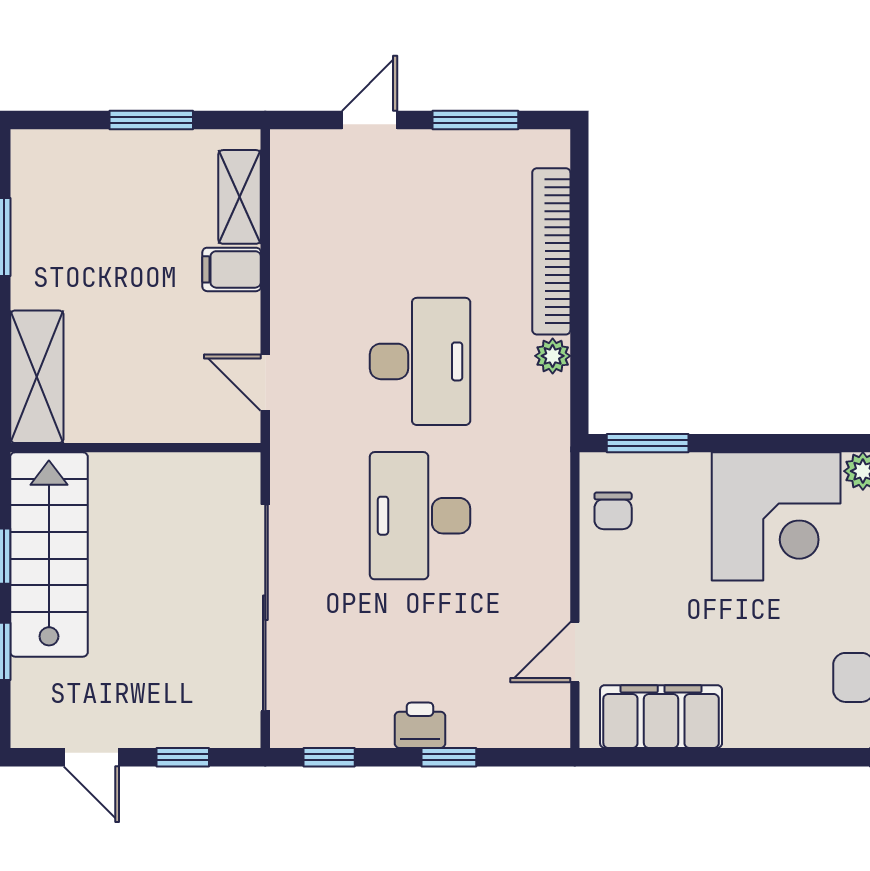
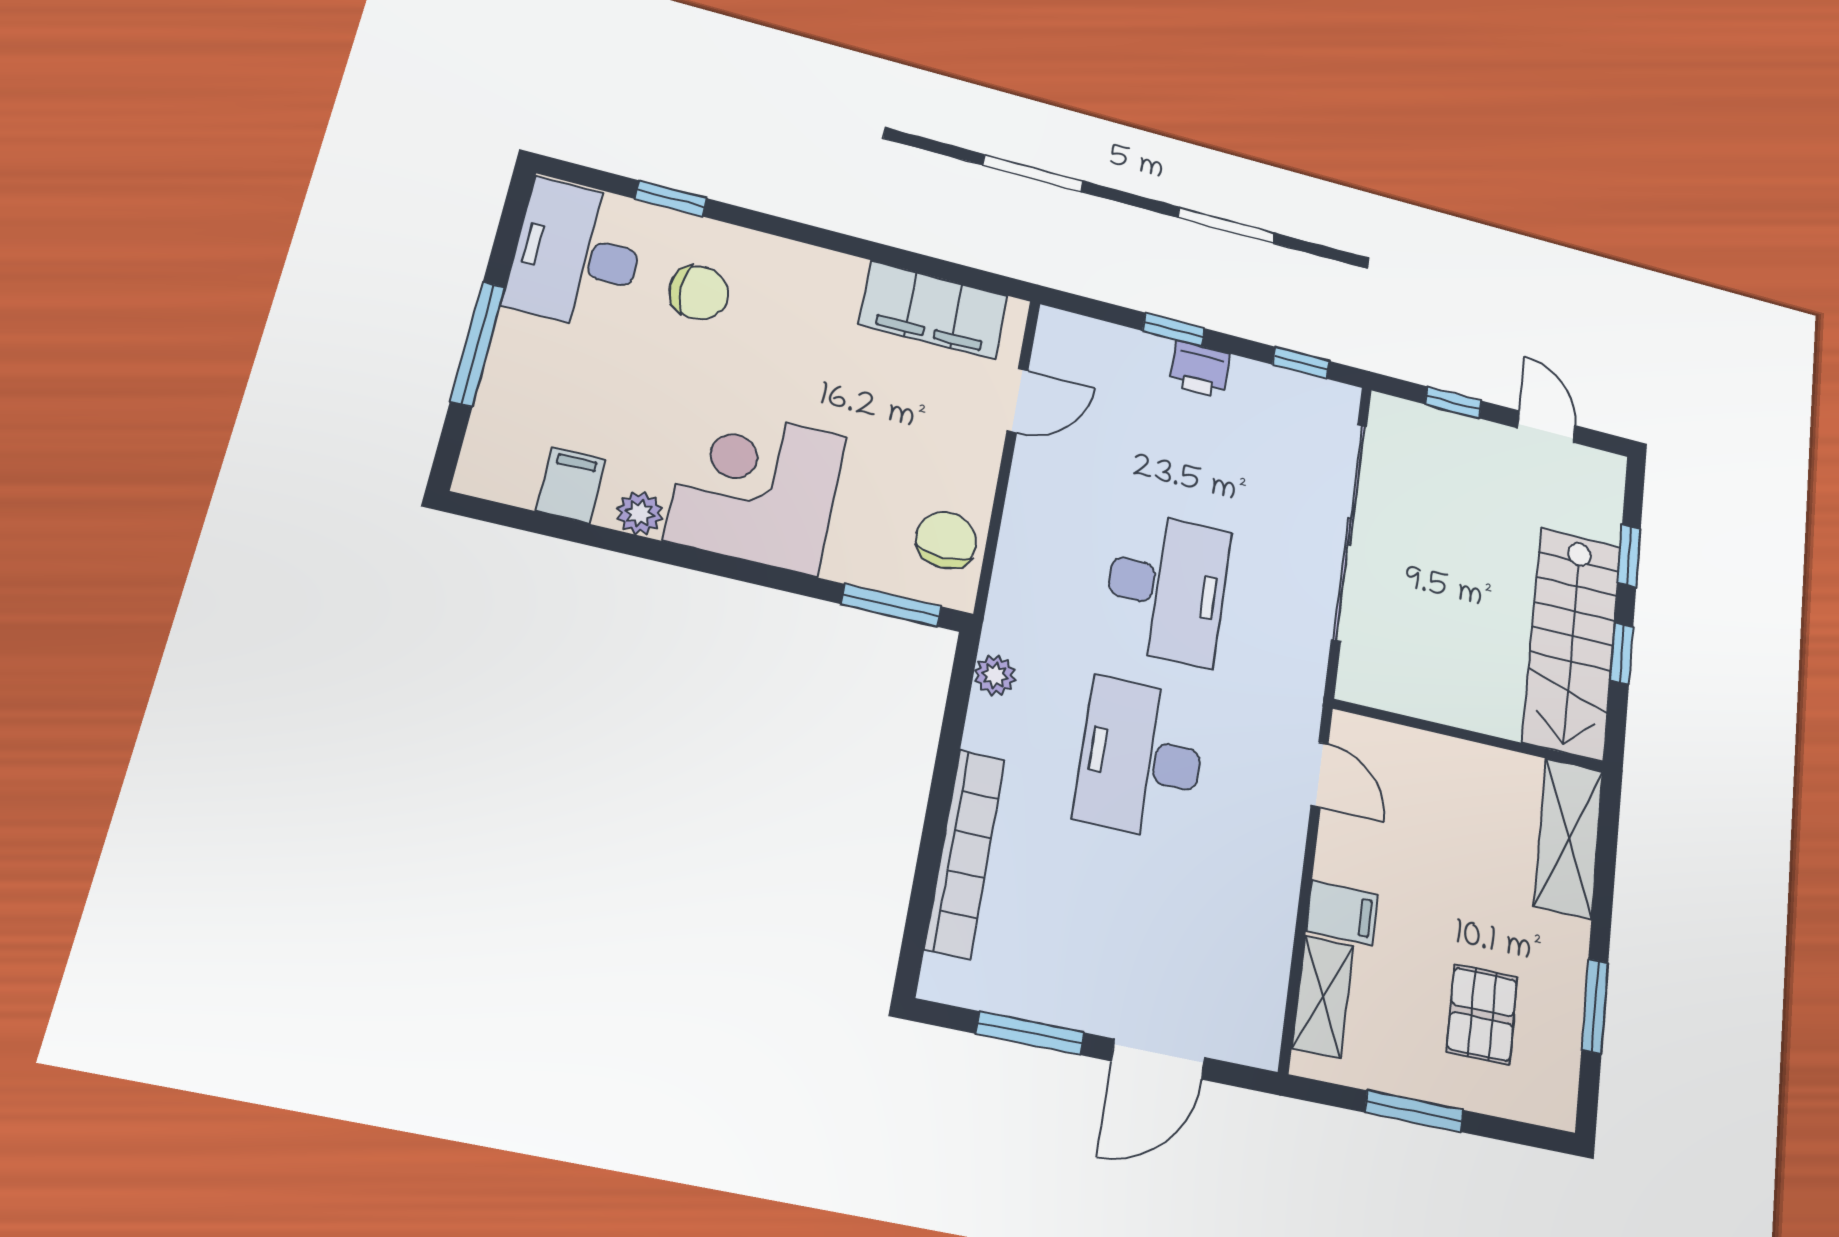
door: (370, 120) -> (1158, 1059), width x1.38
pallet: (101, 210) -> (1482, 1014), added
plant: (553, 356) -> (995, 675), moved
chair: (613, 511) -> (946, 540), width x1.37, depth x1.37

